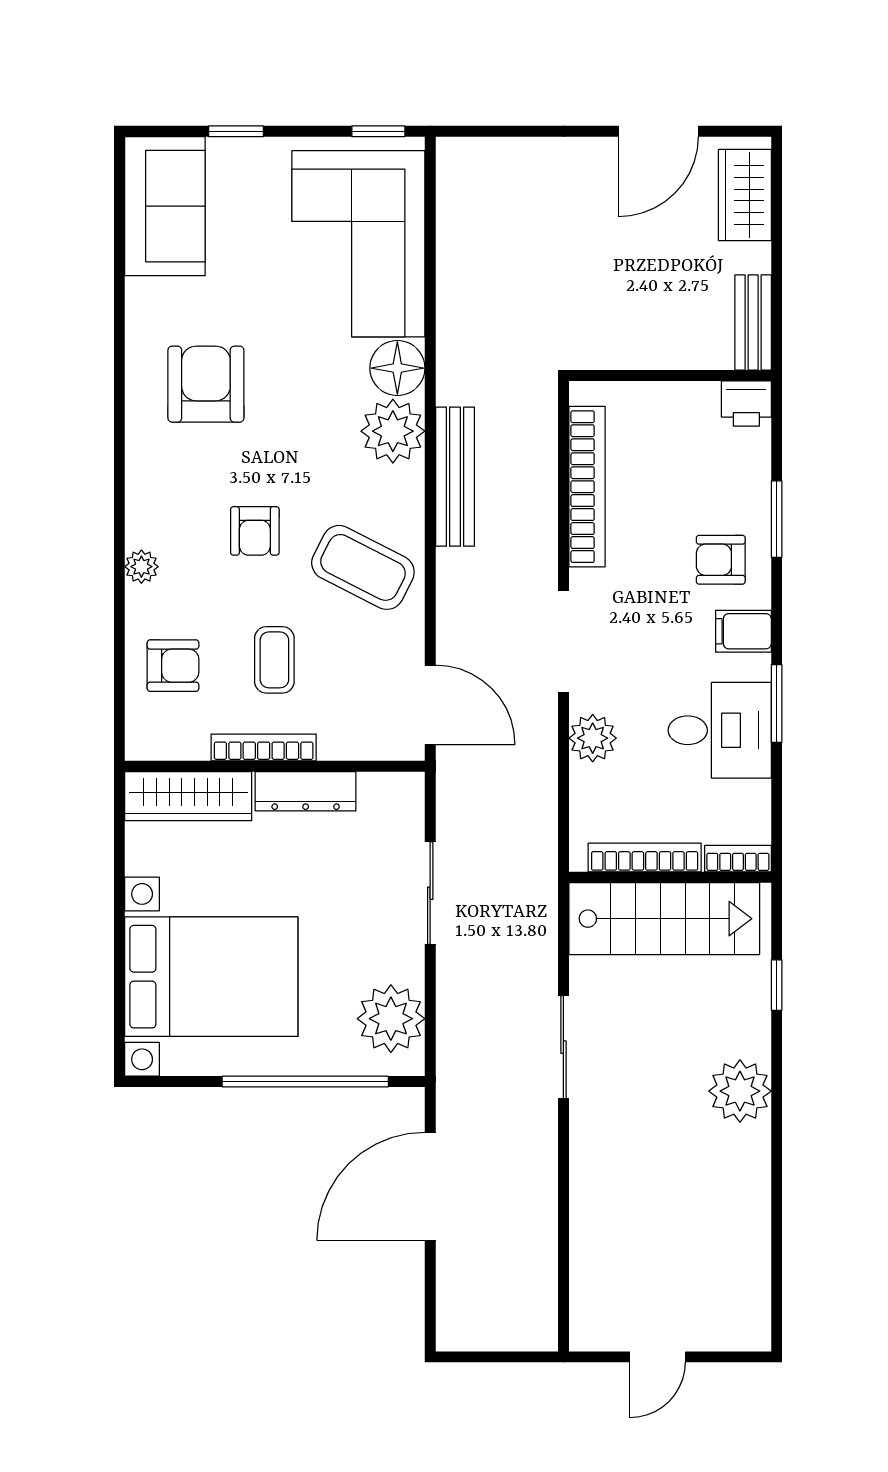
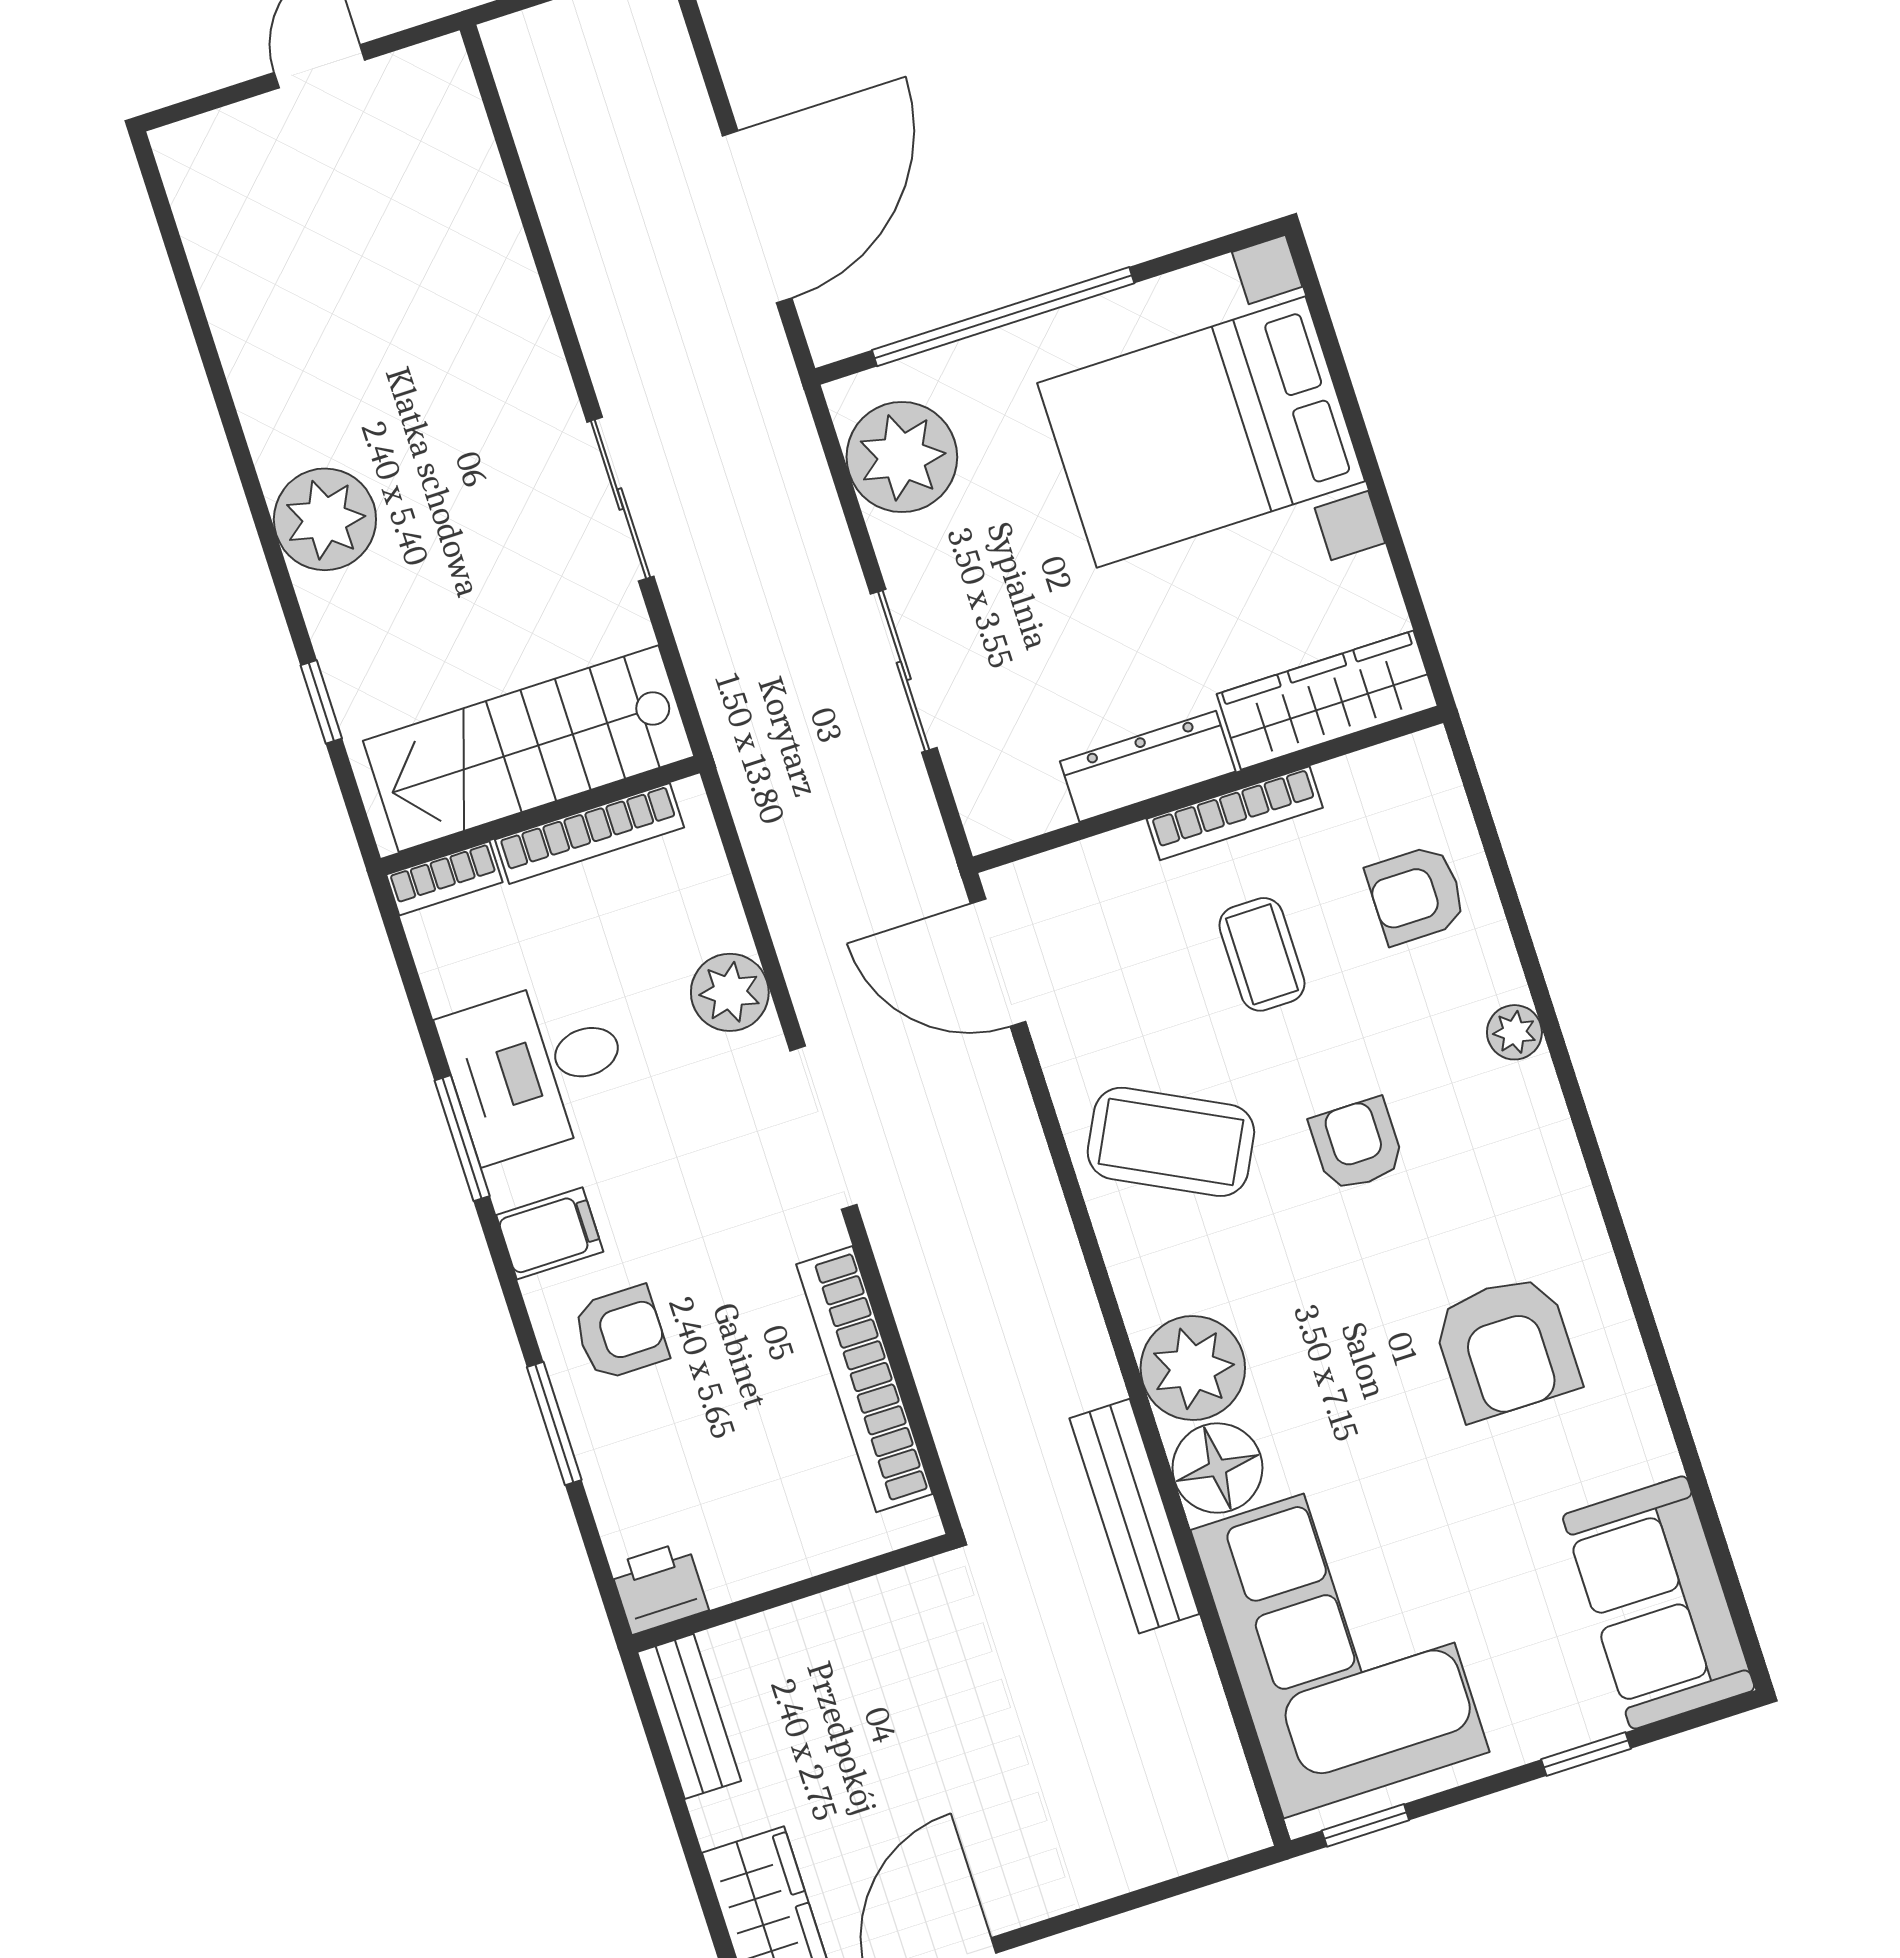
bench: (455, 477) -> (1134, 1516), moved

